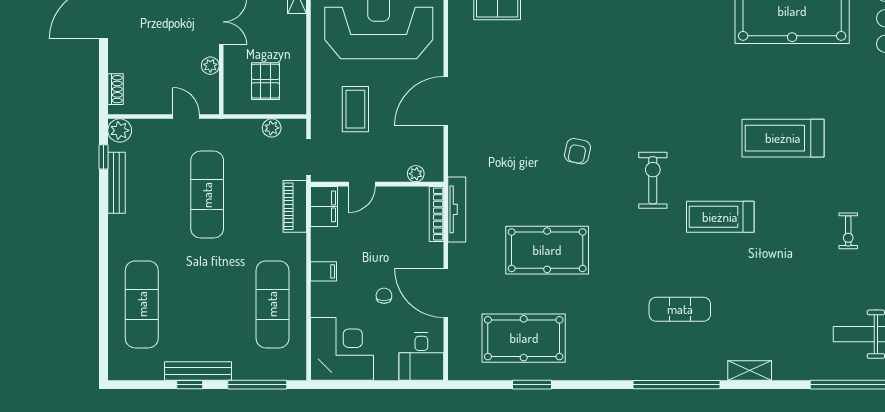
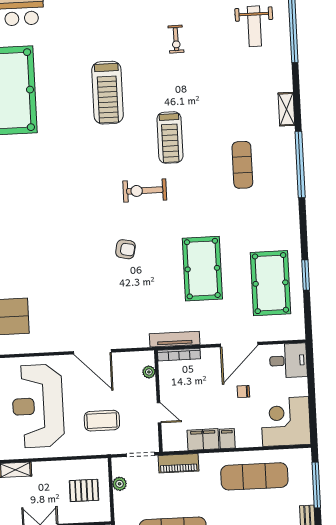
filing cabinet: (324, 206) -> (203, 439), moved
exercise bike: (848, 231) -> (176, 39), turned 89

